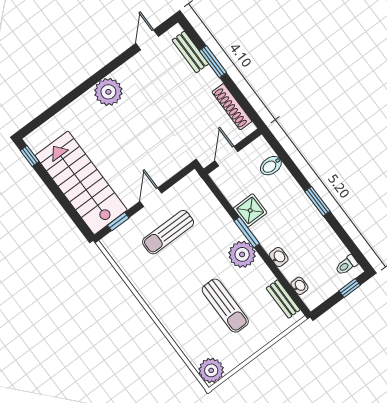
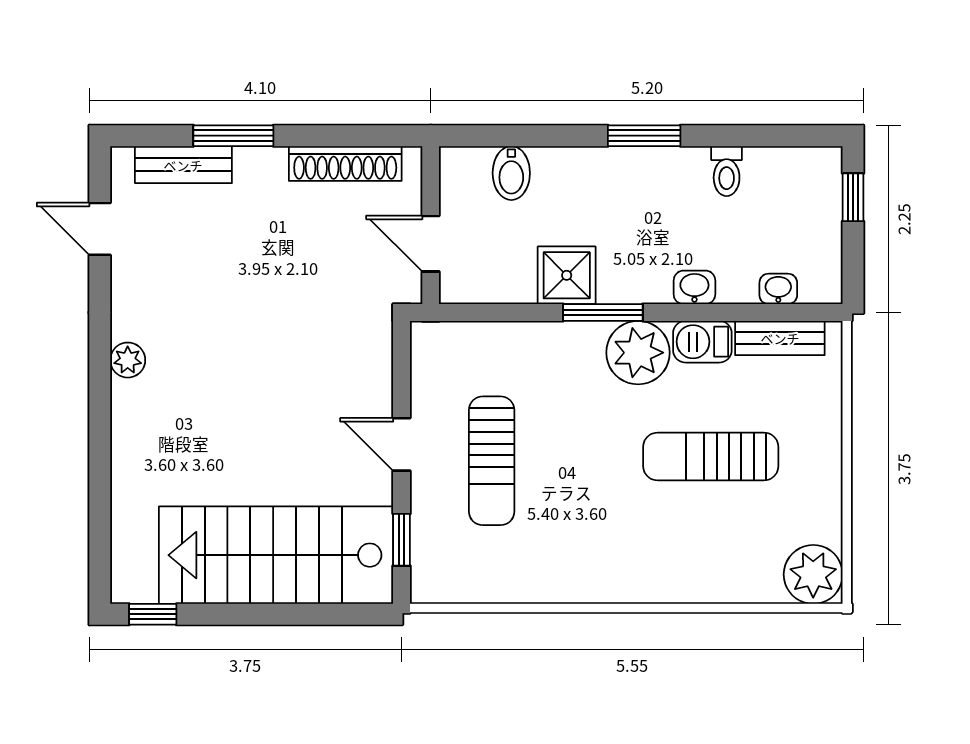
plant: (108, 92) -> (128, 360), width x0.53, depth x0.53
toilet: (346, 265) -> (727, 171), moved
barbecue: (262, 274) -> (702, 342), added
sun lounger: (225, 306) -> (711, 457), turned 180

